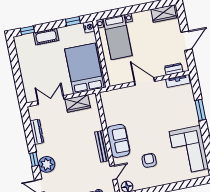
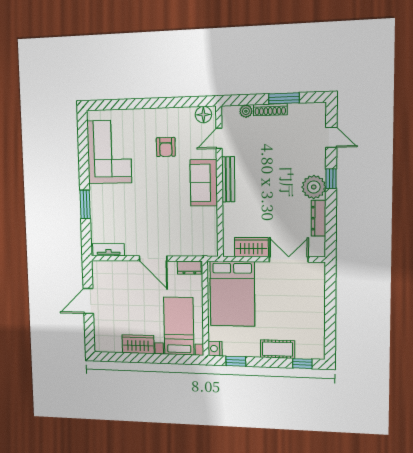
wardrobe: (164, 14) -> (138, 344), moved
dresser: (174, 69) -> (189, 268), moved
double door: (51, 100) -> (289, 259), swing flipped
plant: (47, 164) -> (314, 187), moved

